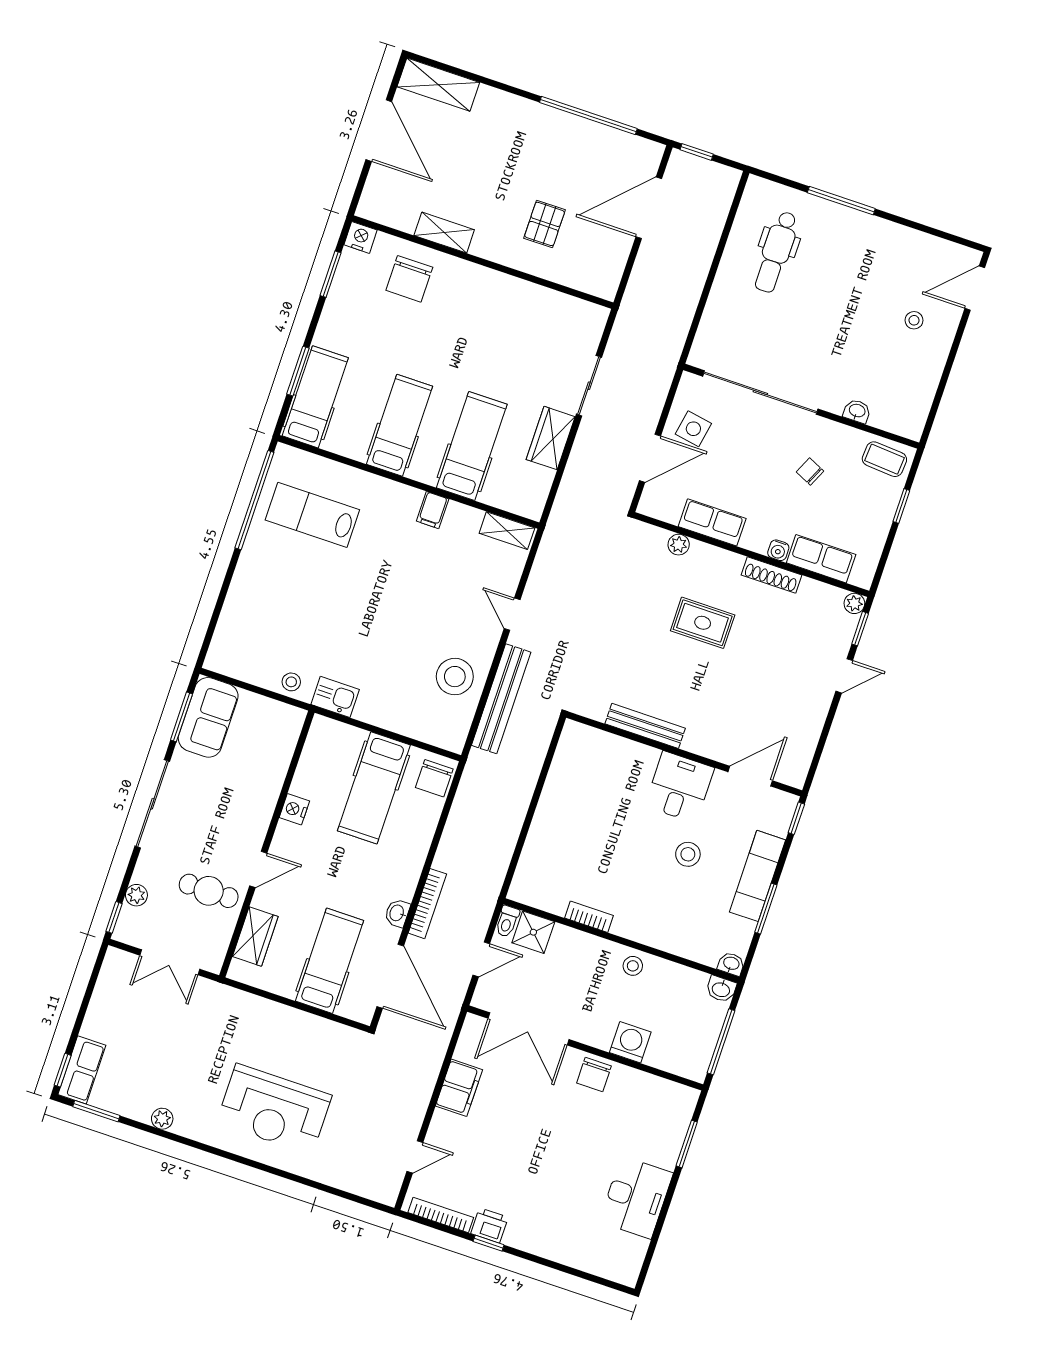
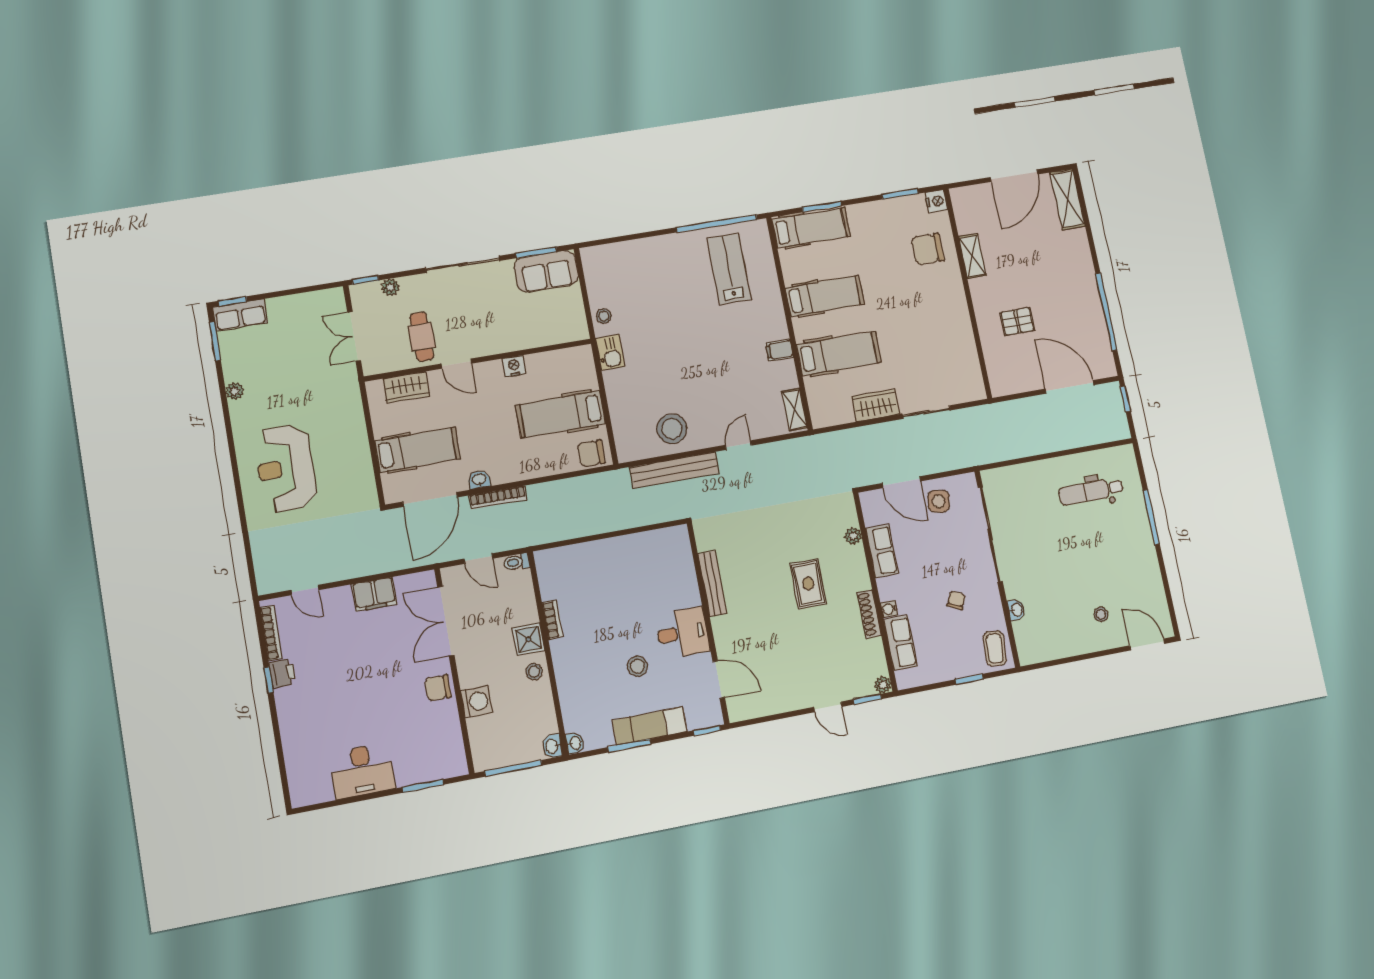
shower: (533, 932) -> (528, 639), moved

